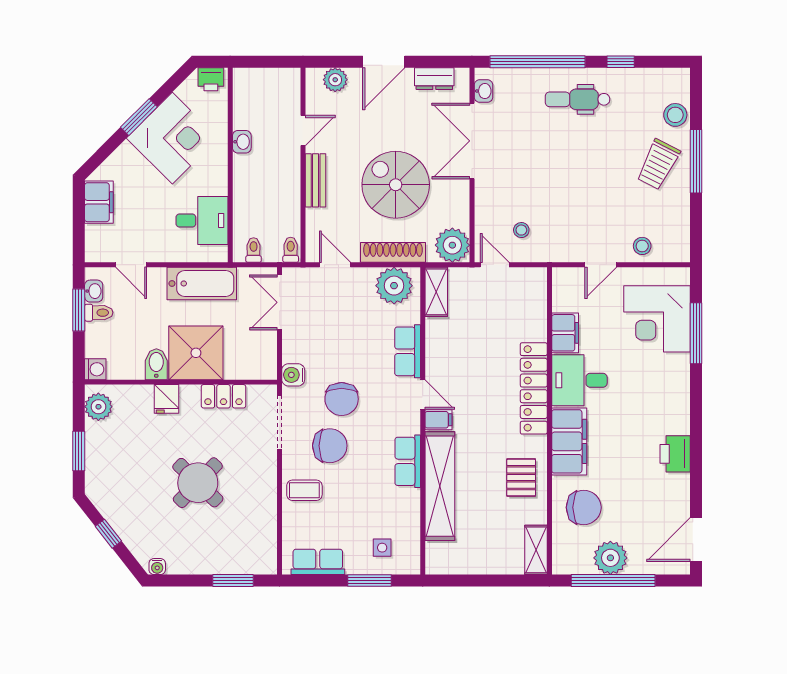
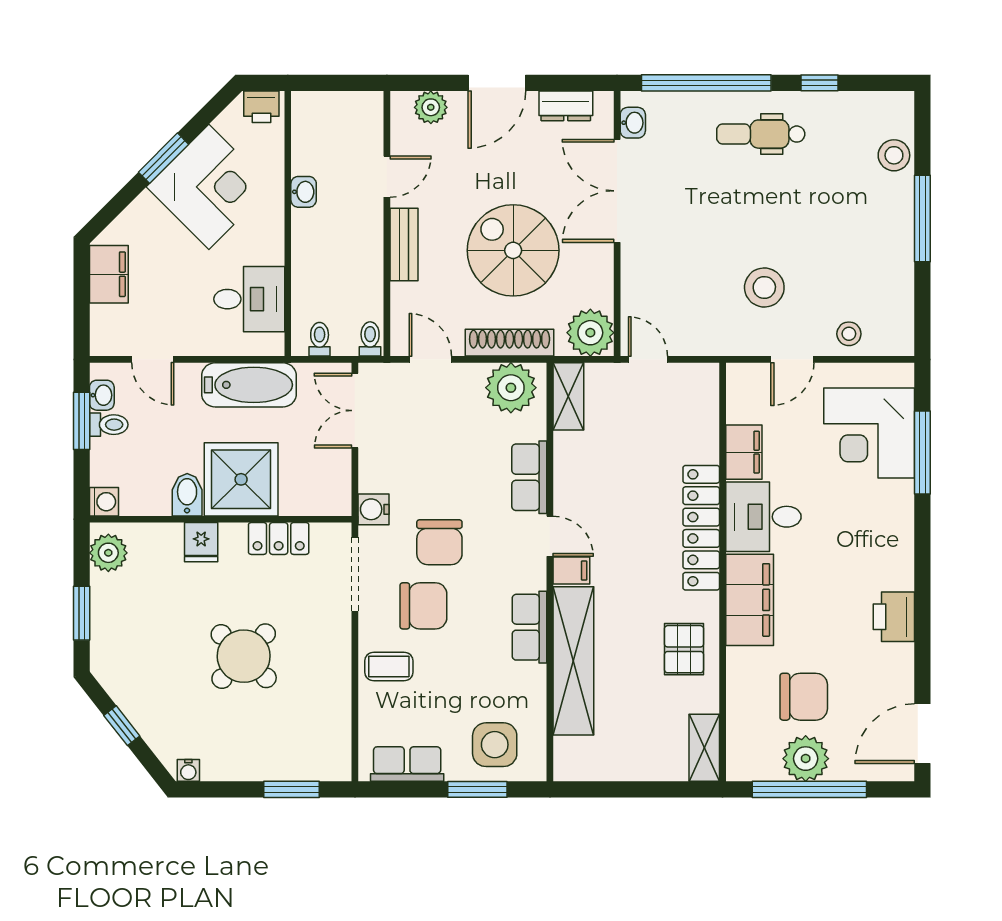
trolley: (658, 164) -> (871, 223), removed
stool: (521, 230) -> (764, 288), moved, width x1.89, depth x1.89
chair: (584, 507) -> (804, 697), moved
side table: (382, 548) -> (495, 745), width x1.87, depth x1.87

